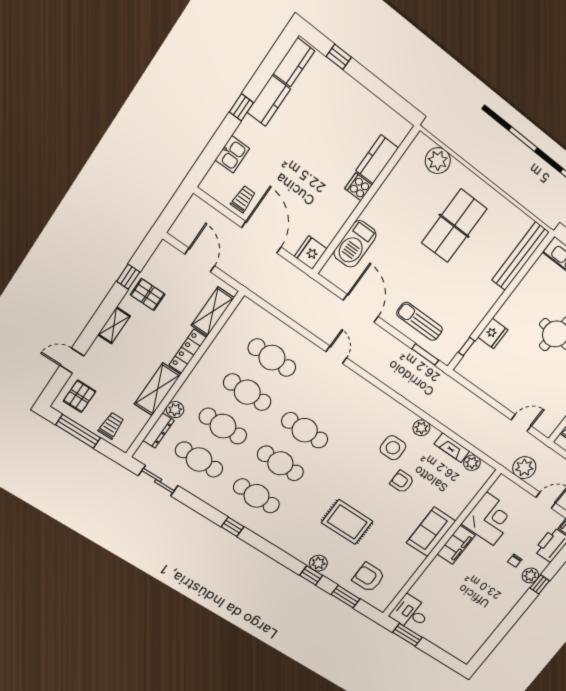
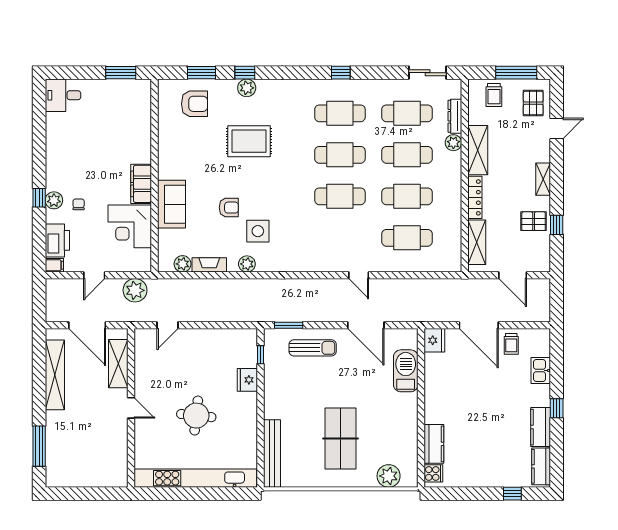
cooker: (358, 187) -> (433, 473), moved
sofa: (431, 532) -> (171, 204), moved
desk: (411, 613) -> (63, 95), moved, turned 180

